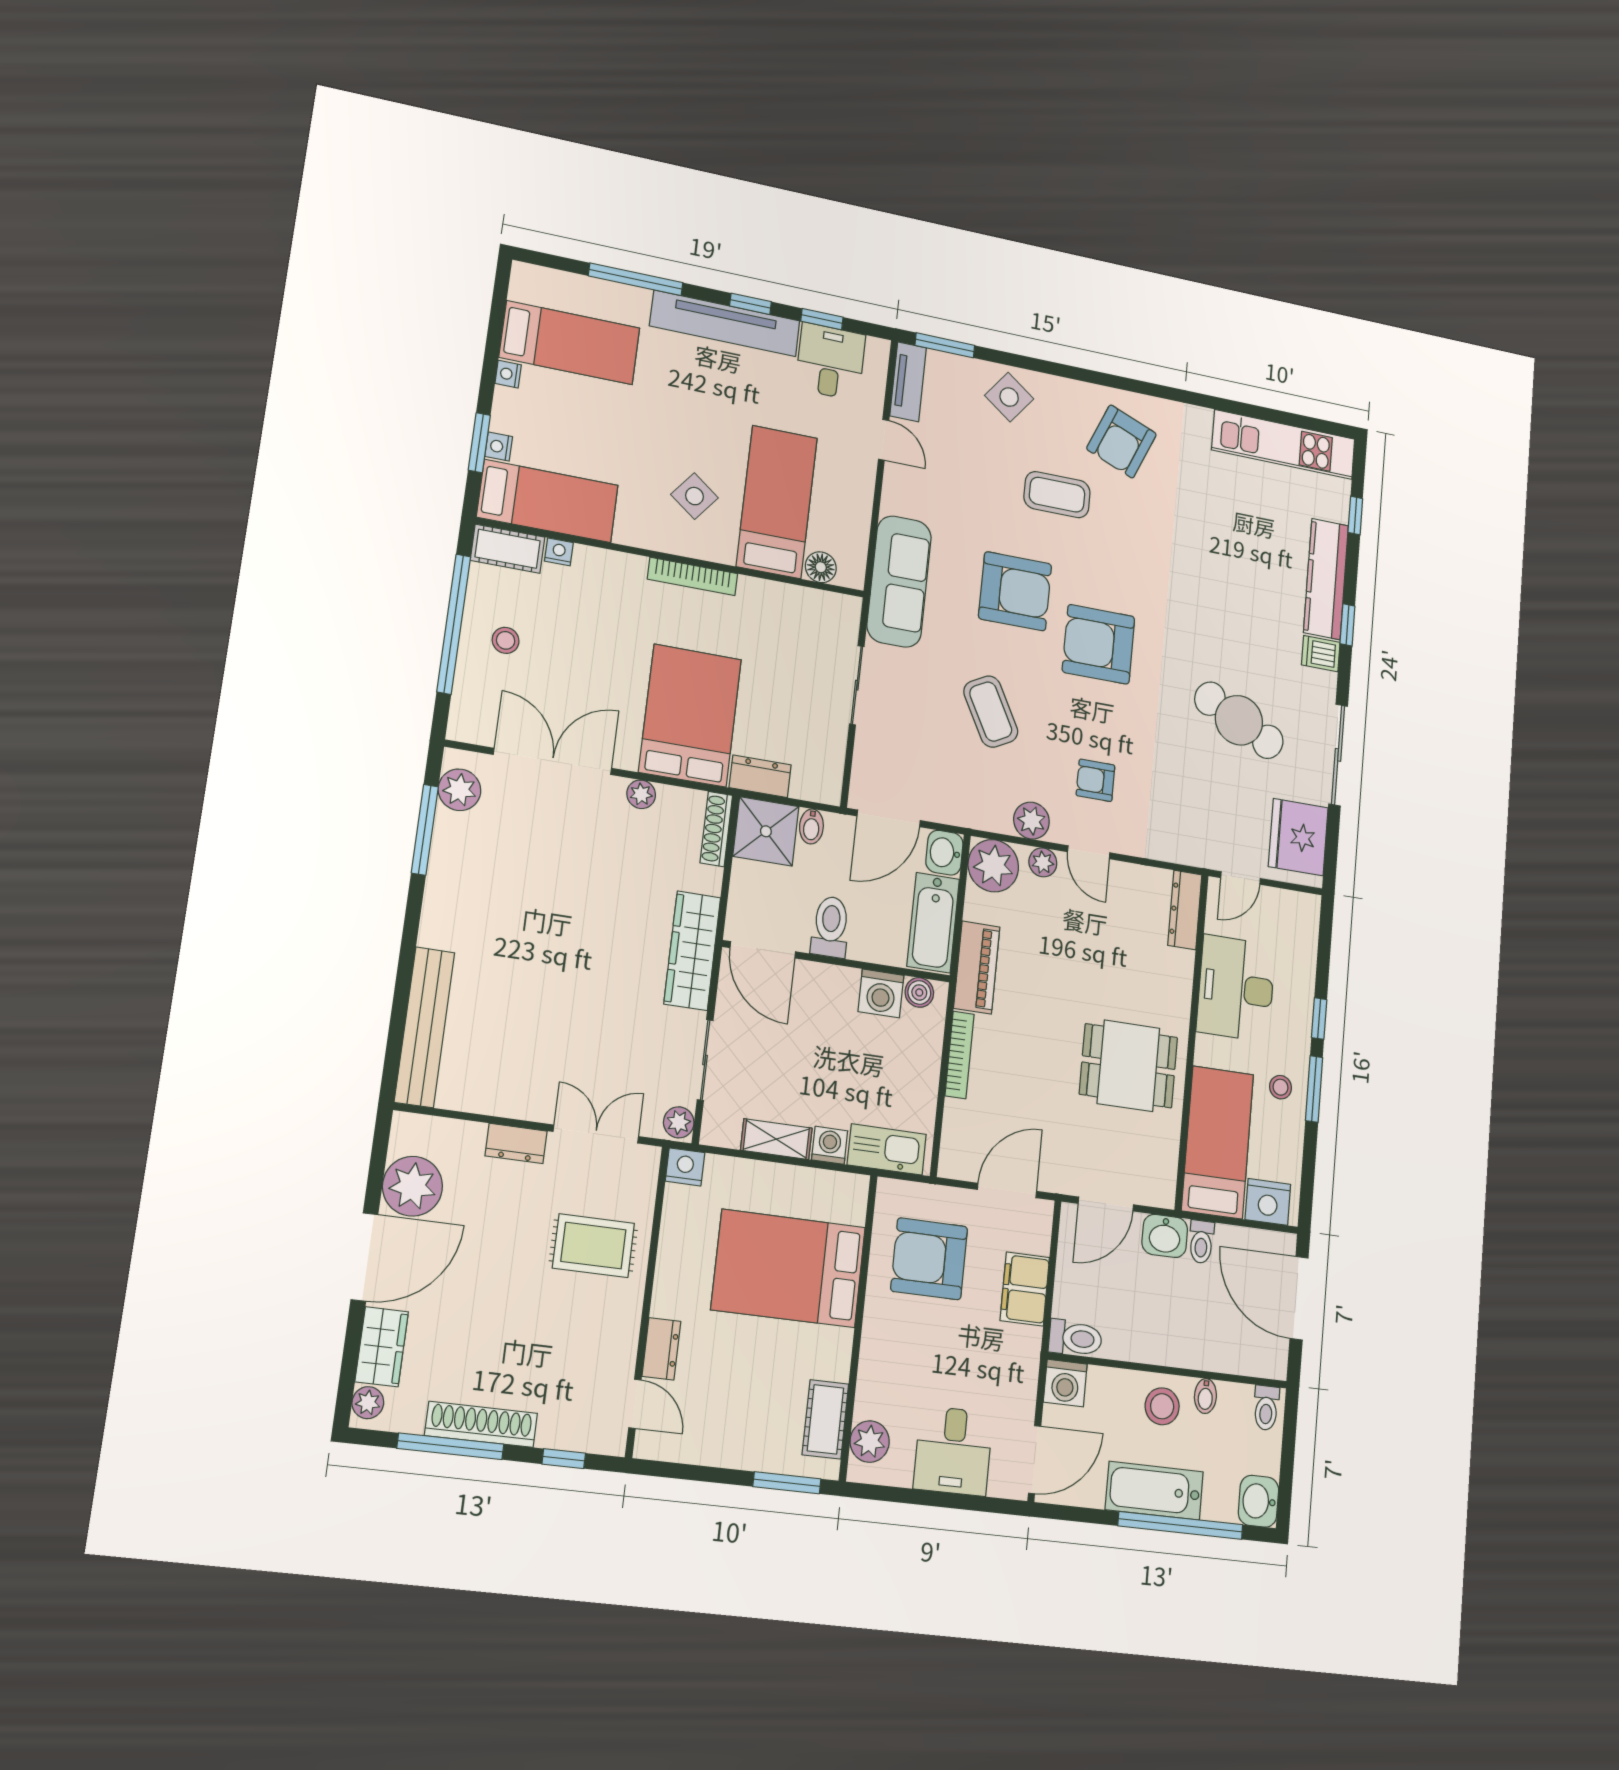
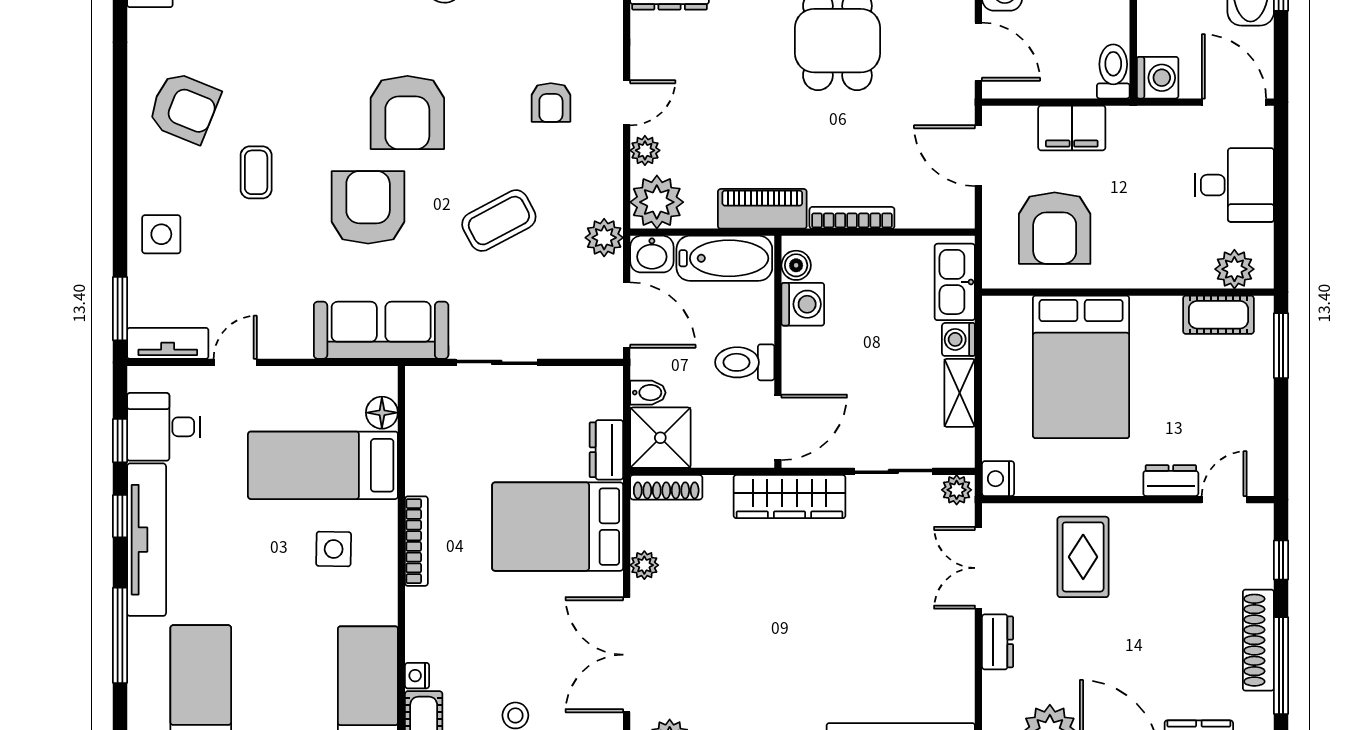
side table: (1009, 397) -> (161, 234), turned -37
coffee table: (1057, 495) -> (256, 172), width x0.73, depth x0.77
side table: (694, 496) -> (334, 549), turned -37
plant: (1031, 821) -> (604, 238), moved

